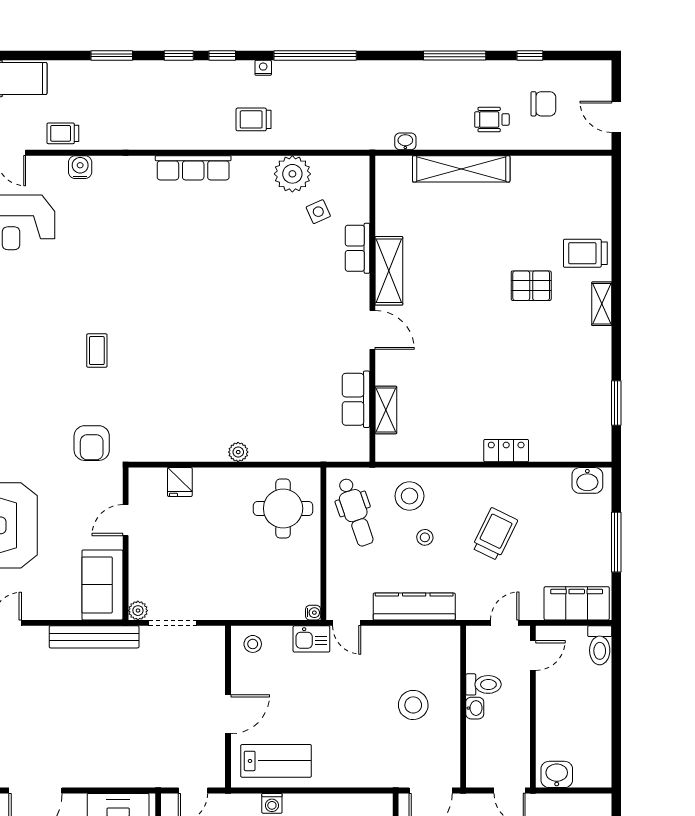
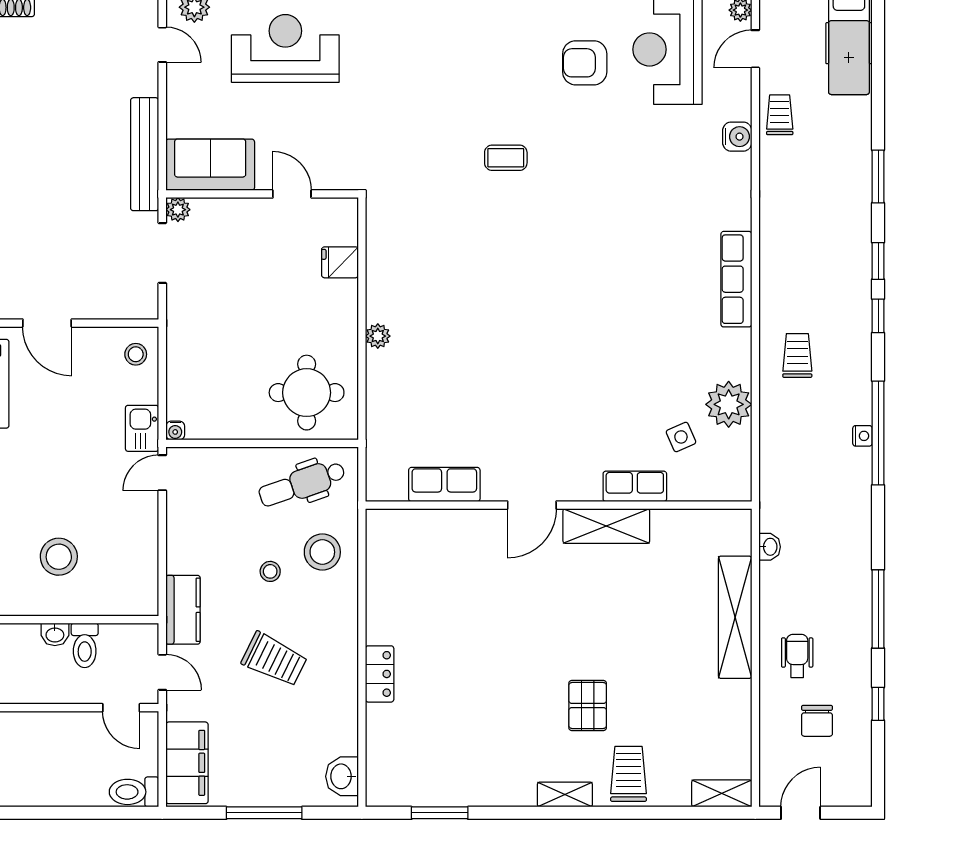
nightstand: (263, 68) -> (862, 436), moved
shelving: (386, 410) -> (722, 793), moved
armchair: (92, 443) -> (585, 63), moved
kitchen counter: (414, 607) -> (183, 610), moved, width x0.67

